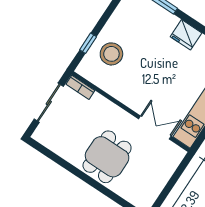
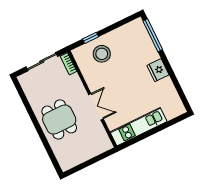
double door: (155, 128) -> (96, 107), moved
dining table: (107, 157) -> (59, 119), turned 90

